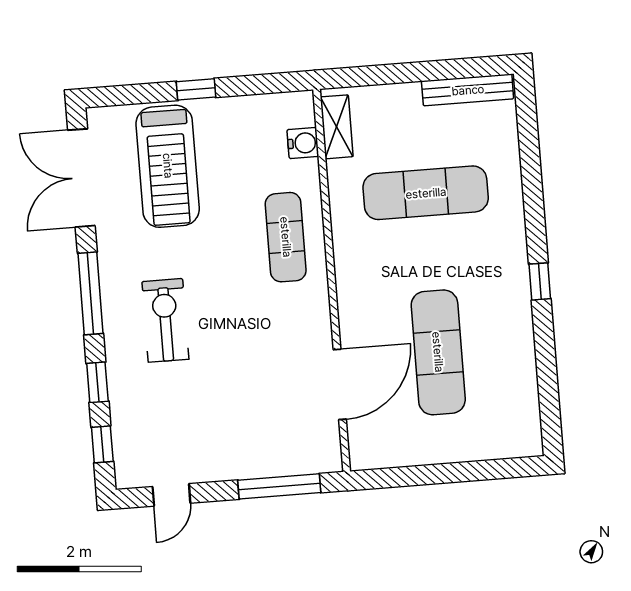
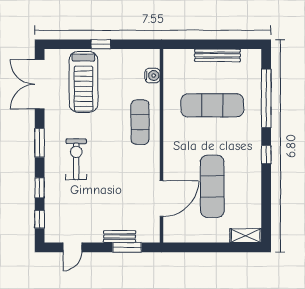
bench: (468, 90) -> (217, 55), moved
shelving: (337, 127) -> (246, 236), moved, turned 90
window: (531, 170) -> (266, 98), added
window: (90, 293) -> (40, 143), width x0.69
bench: (263, 466) -> (120, 237), added
window: (279, 486) -> (127, 247), width x0.69

